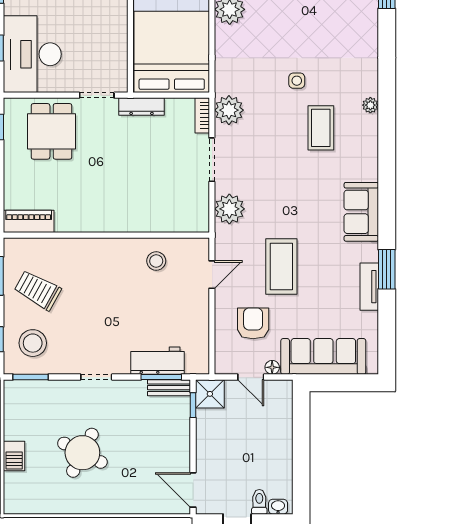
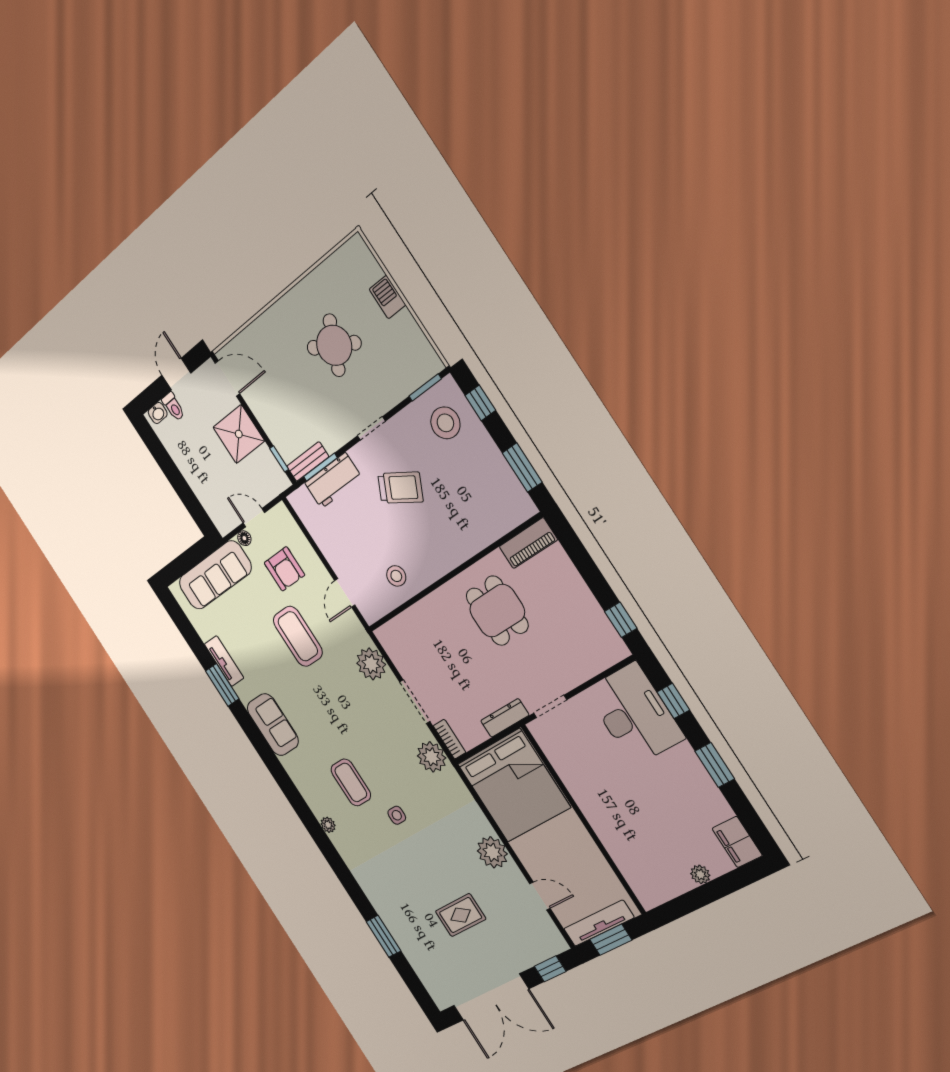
dining table: (52, 131) -> (497, 611), moved
trolley: (38, 290) -> (400, 488), moved
shower: (210, 394) -> (239, 434), moved, width x1.36, depth x1.36

